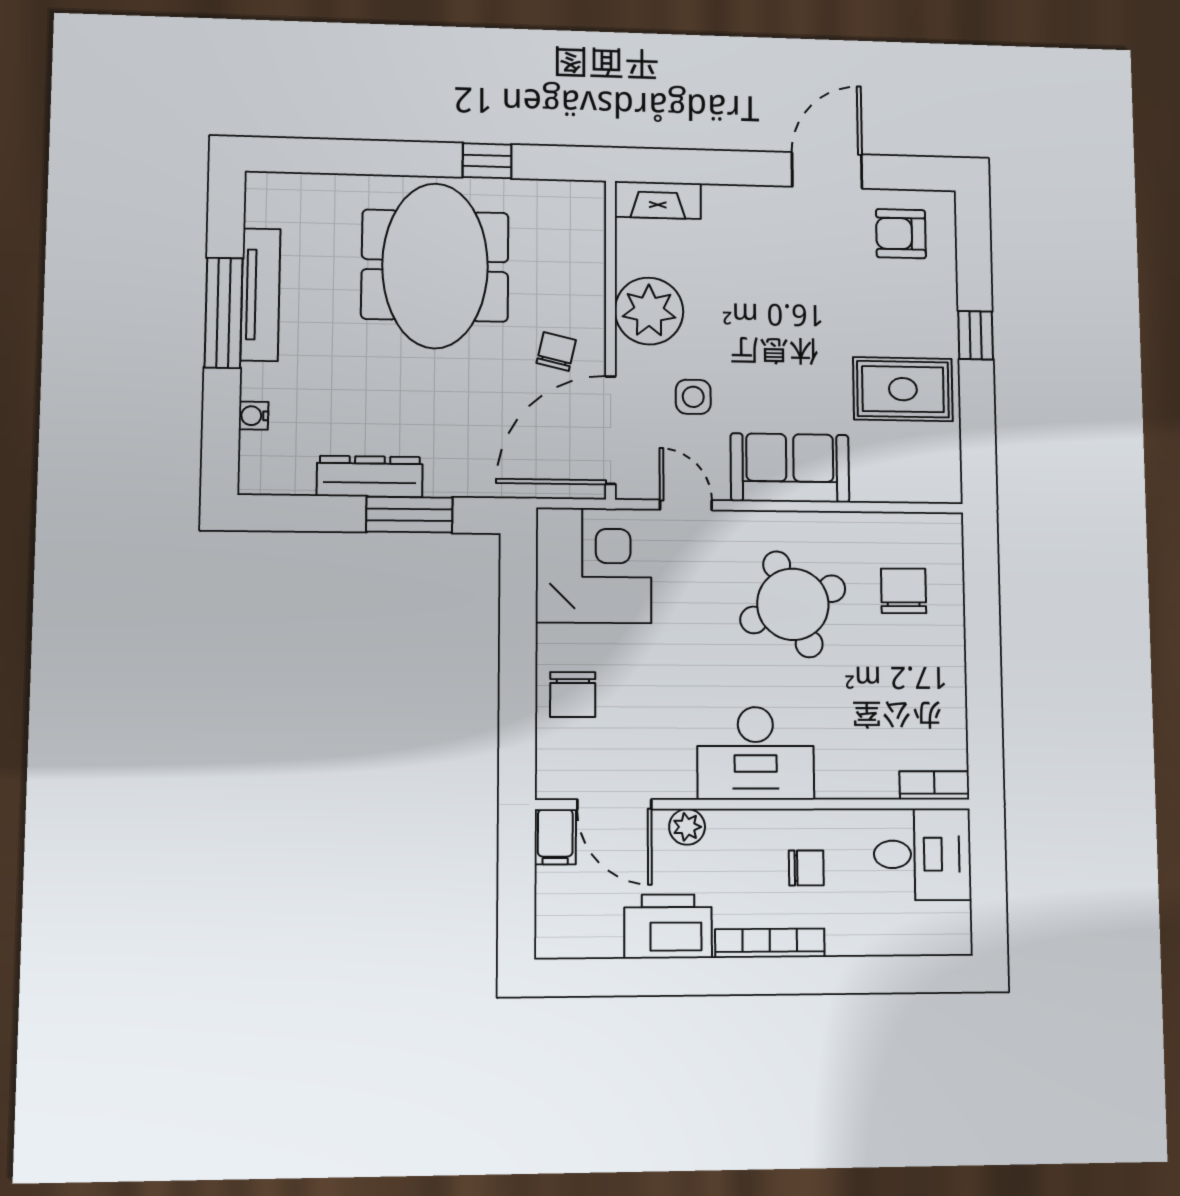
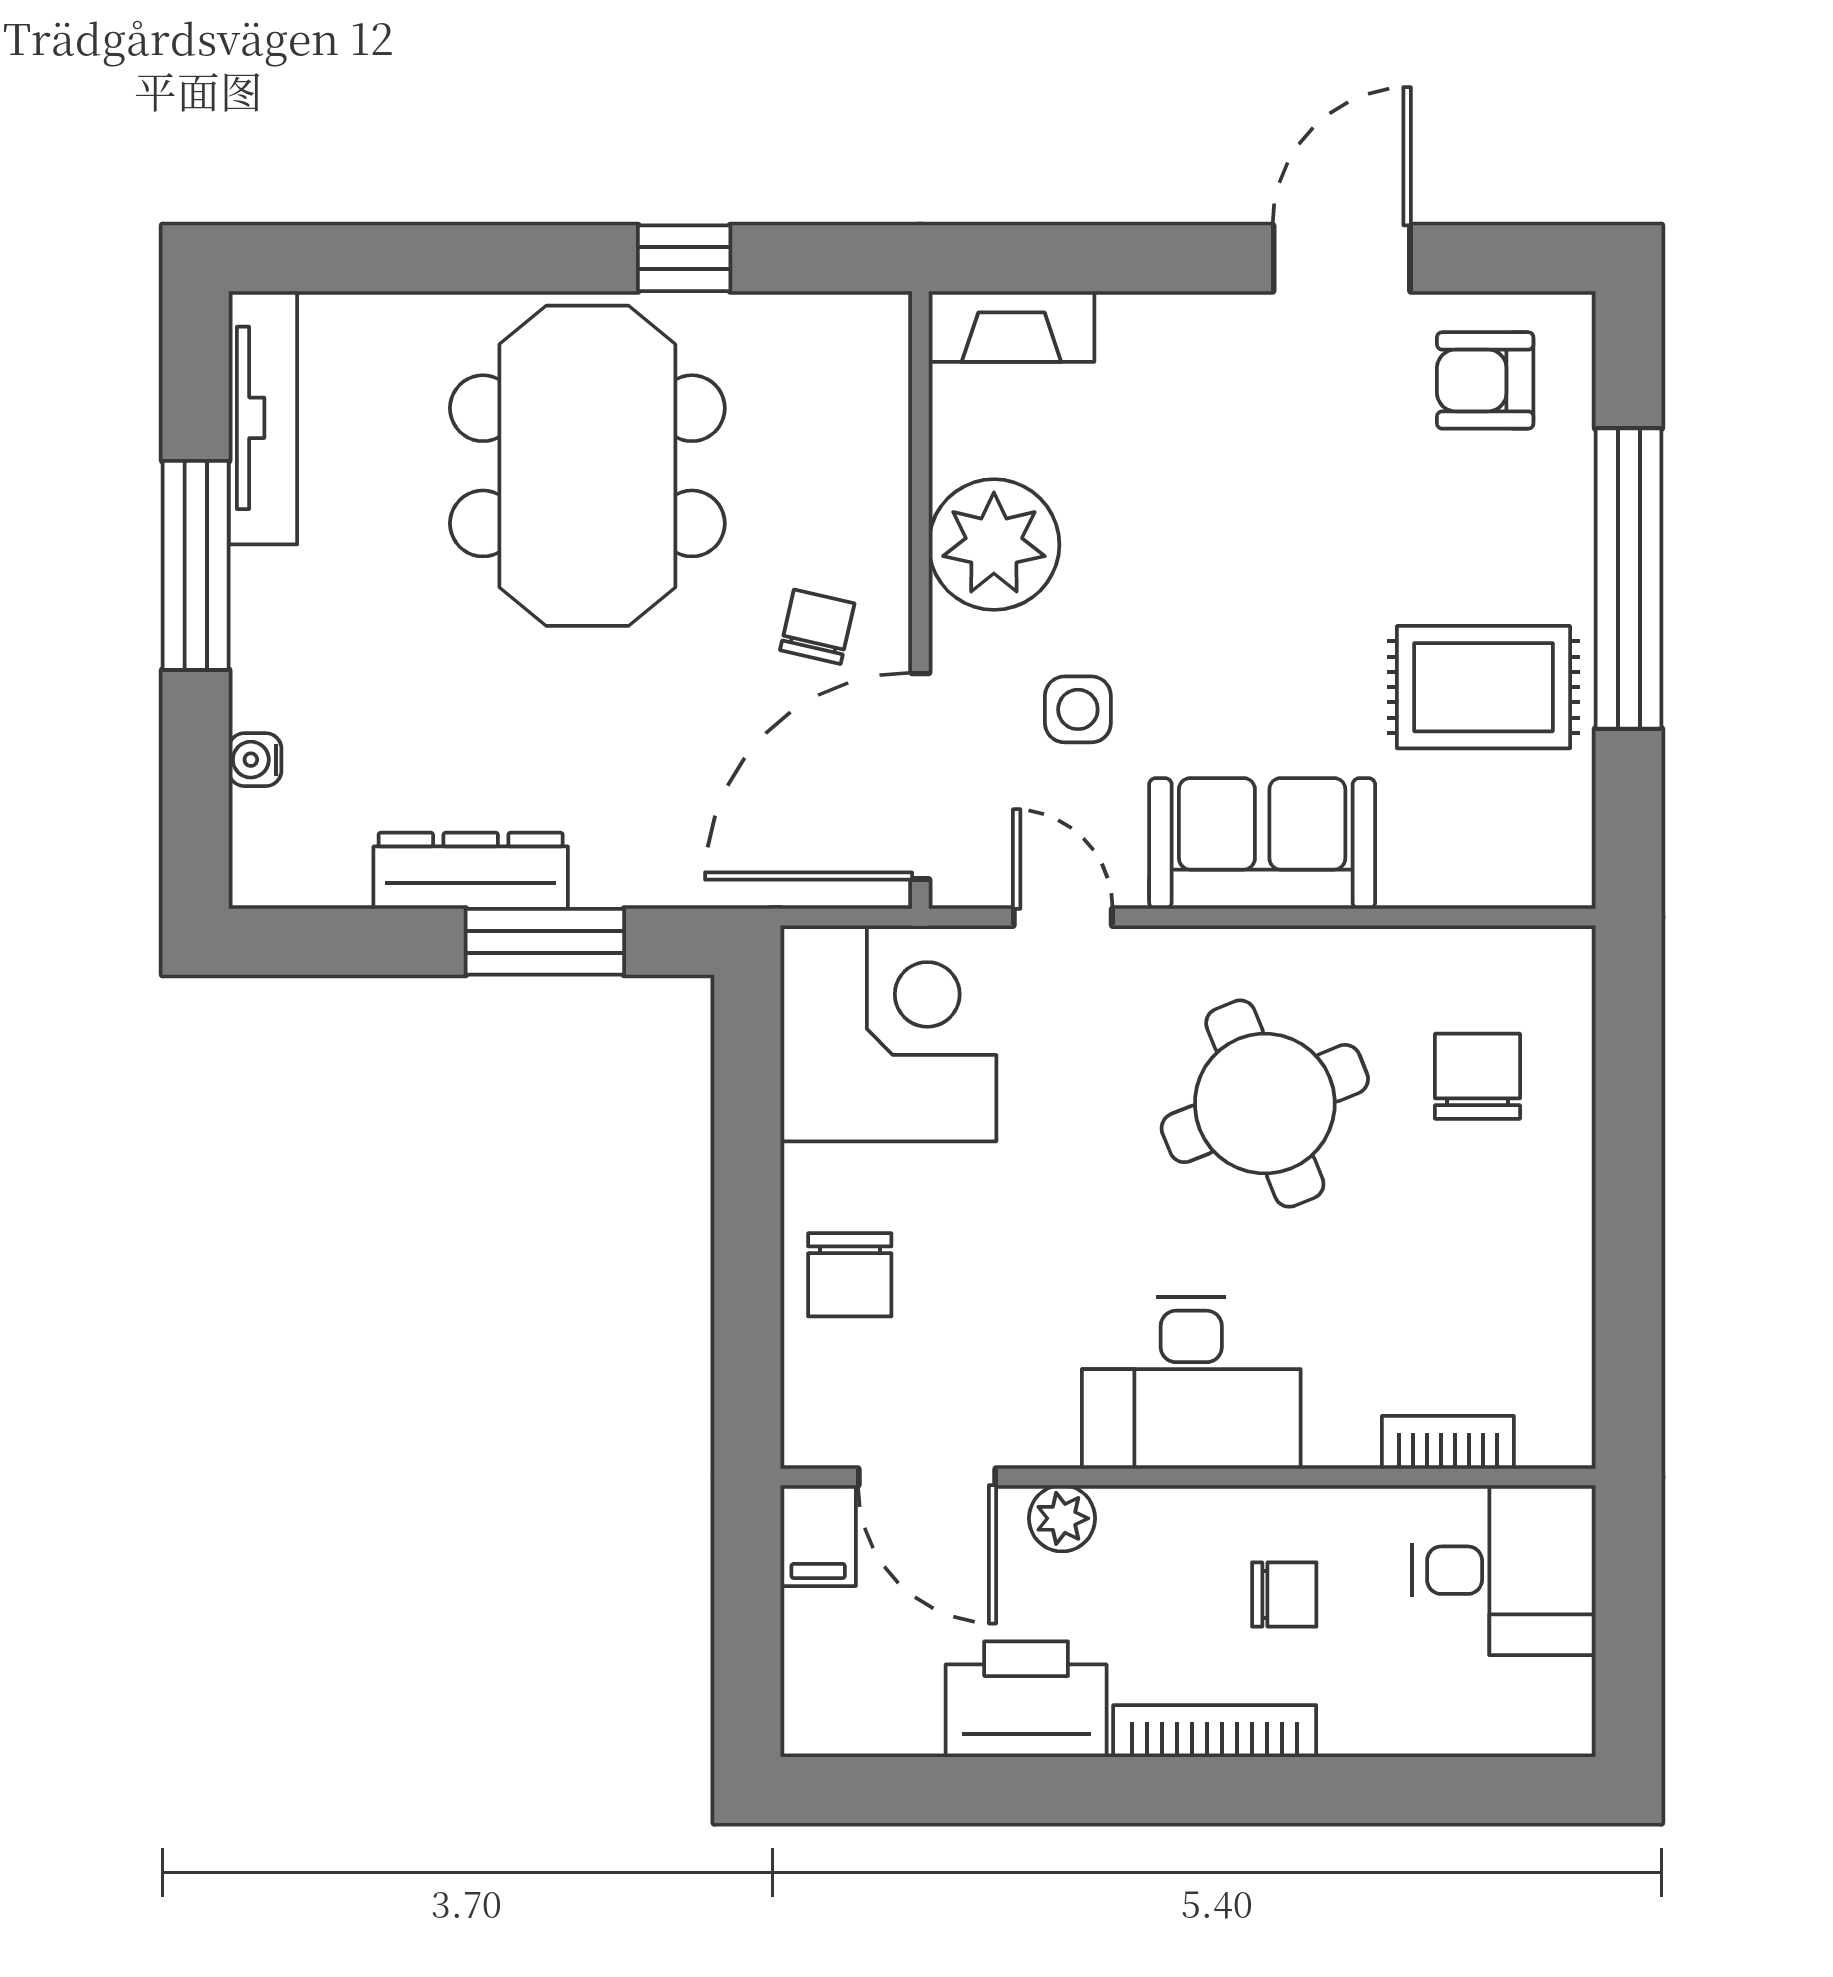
tv unit: (260, 295) -> (263, 418), moved
window: (976, 335) -> (1629, 578), width x3.17
bookcase: (934, 785) -> (1448, 1442), moved

